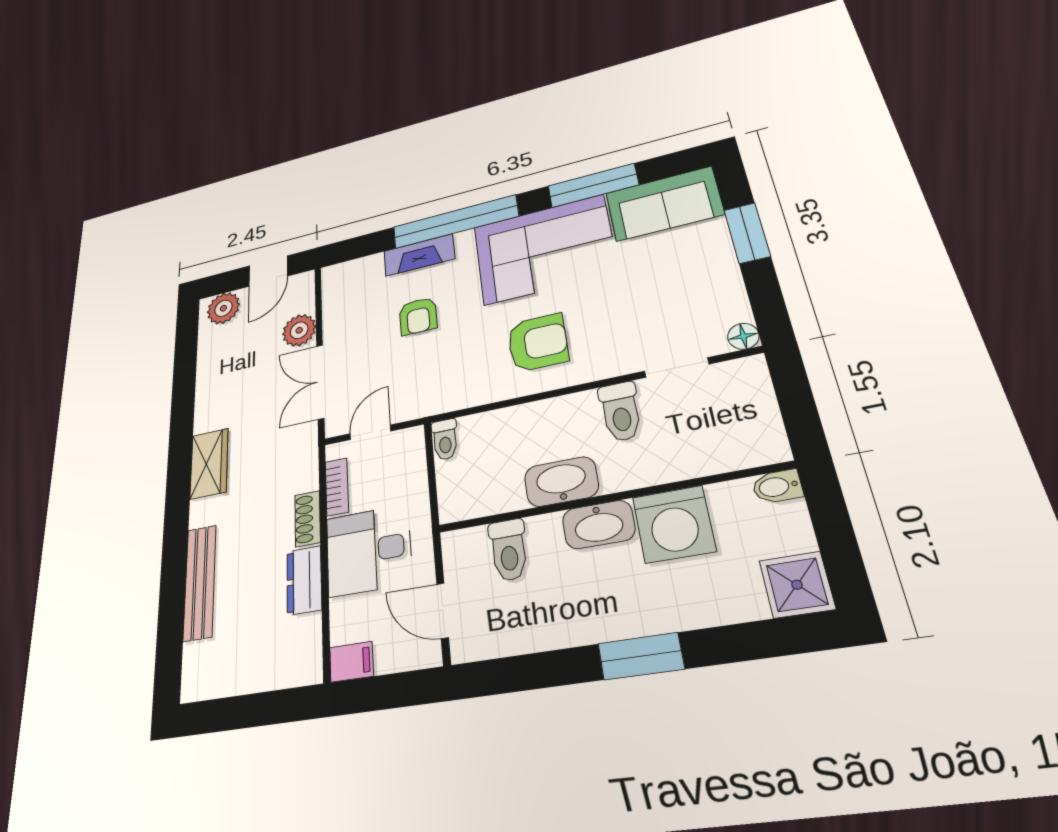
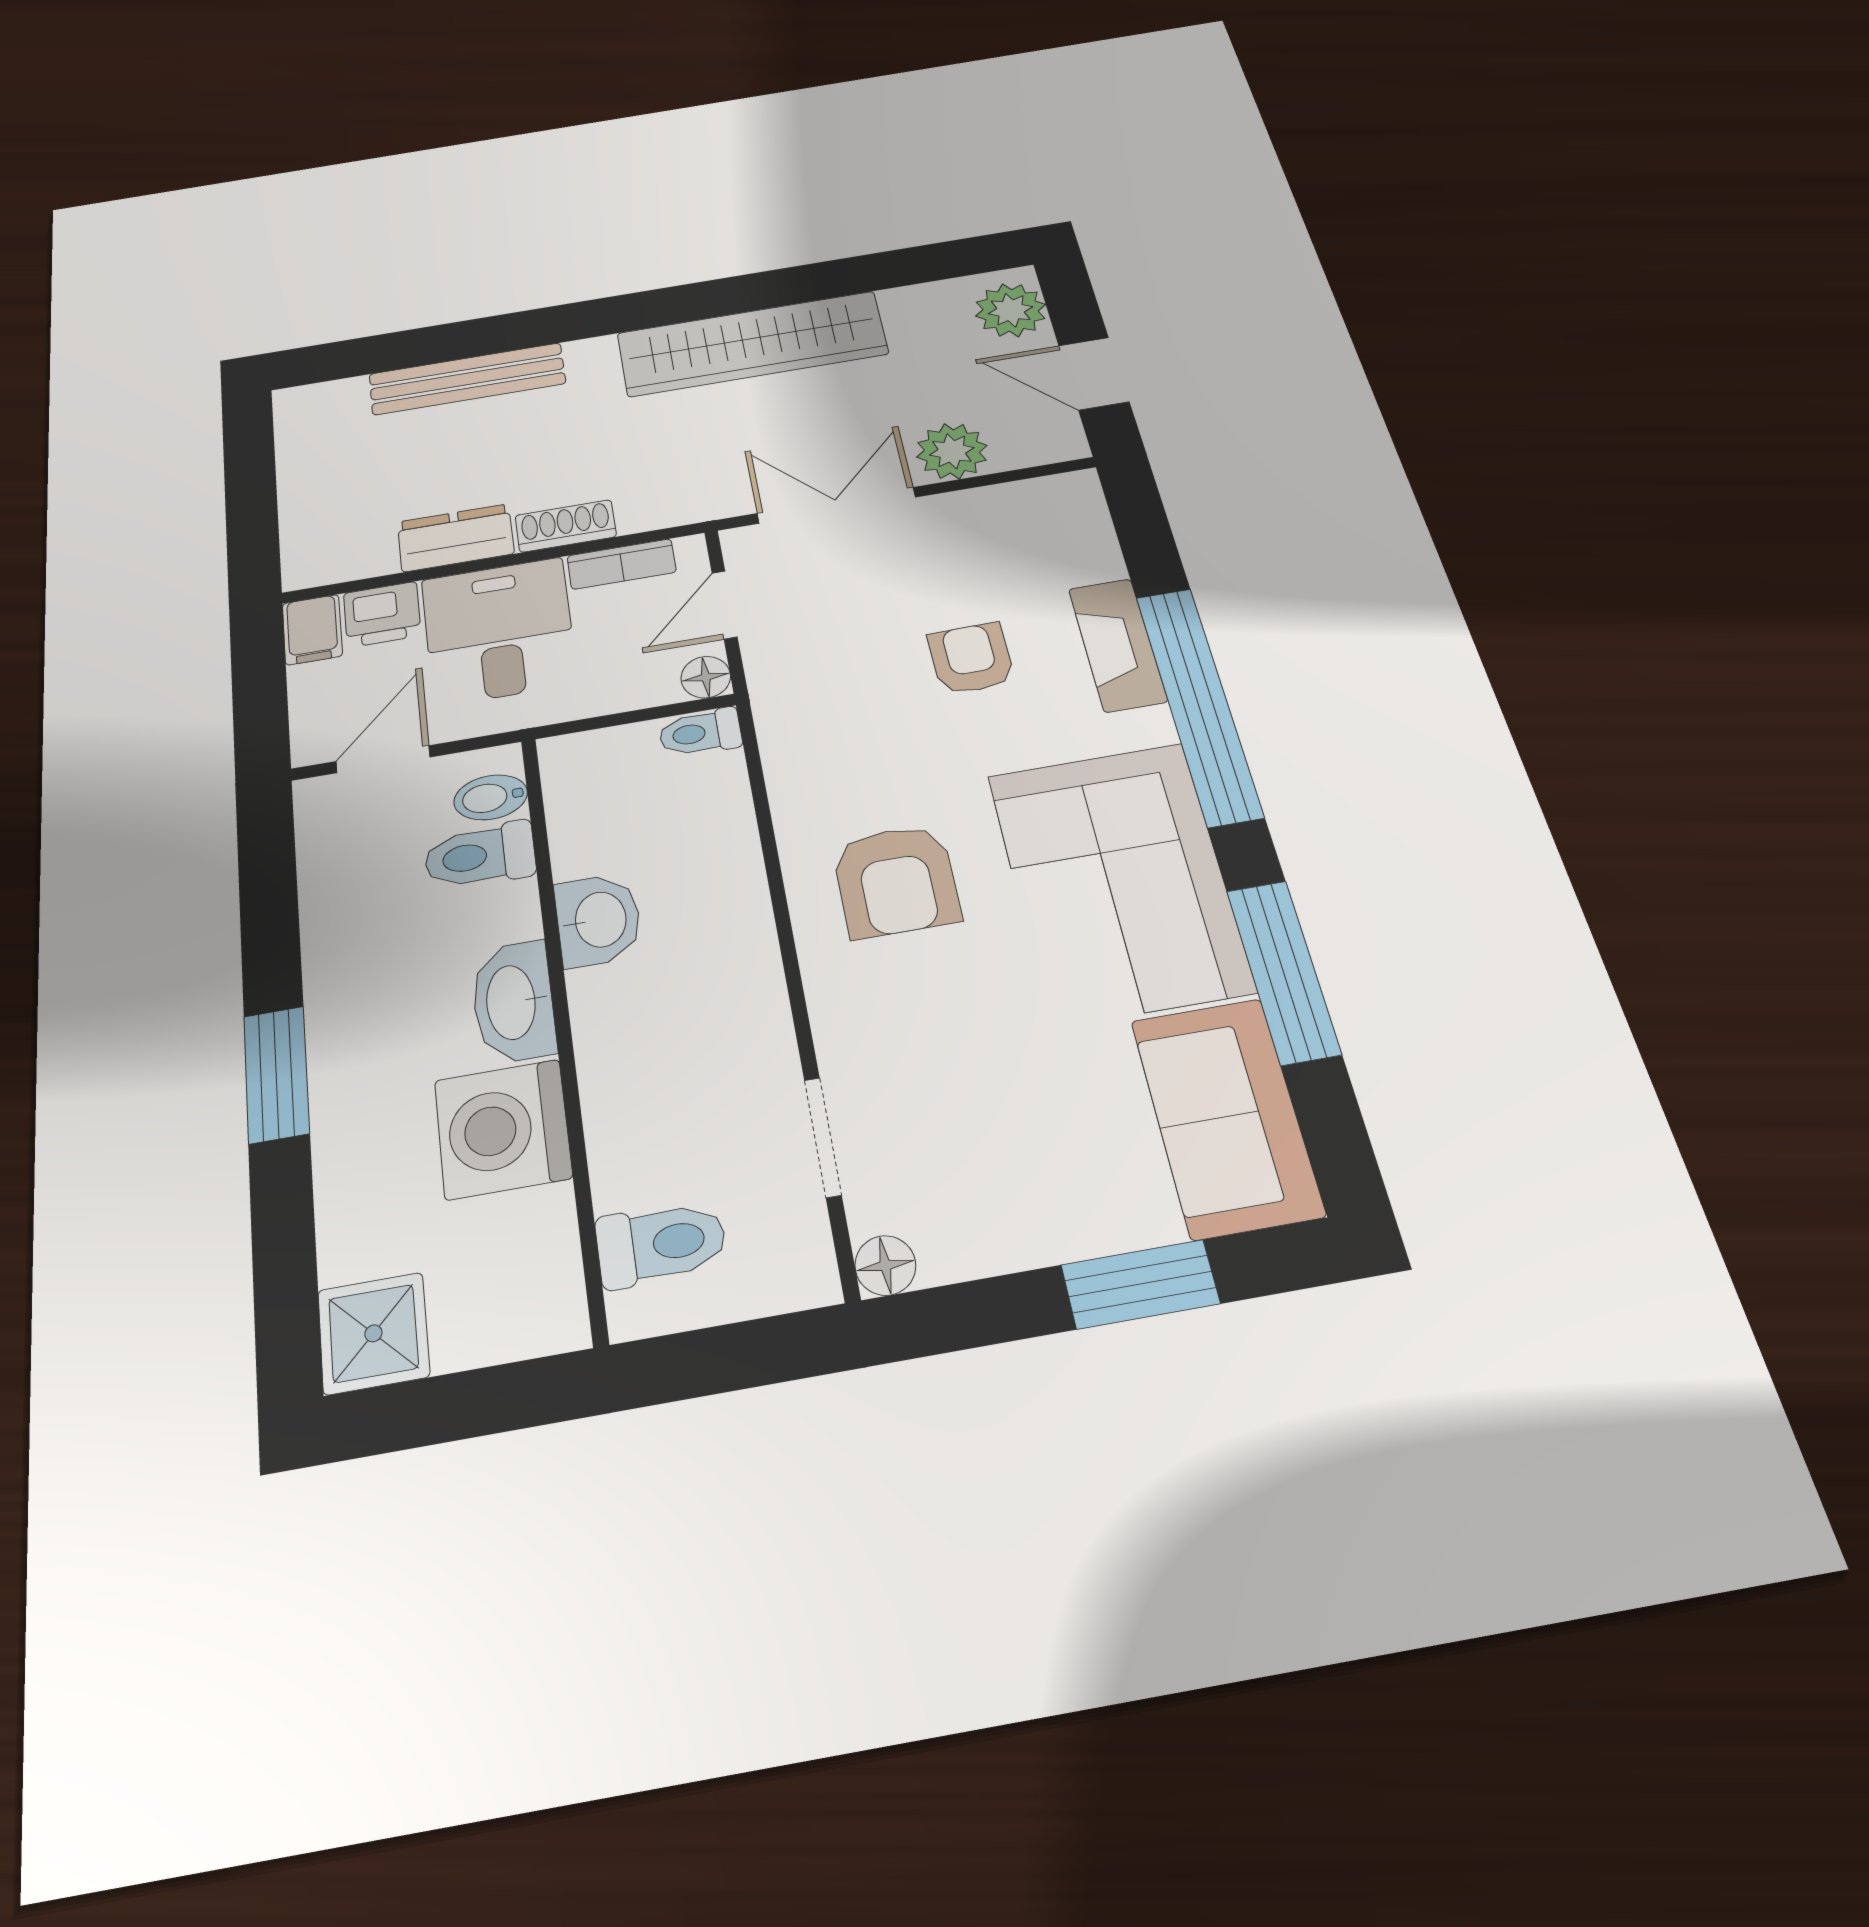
armchair: (418, 316) -> (971, 658), turned 89
toilet: (620, 411) -> (661, 1244), moved, turned 180
door: (370, 432) -> (725, 605), swing flipped
floor lamp: (412, 439) -> (706, 677), added
wardrobe: (209, 464) -> (752, 344), width x2.10, depth x1.17
washbasin: (561, 482) -> (598, 920), width x0.72
bidet: (777, 487) -> (491, 797), moved, turned -90
printer: (348, 620) -> (382, 614), added

